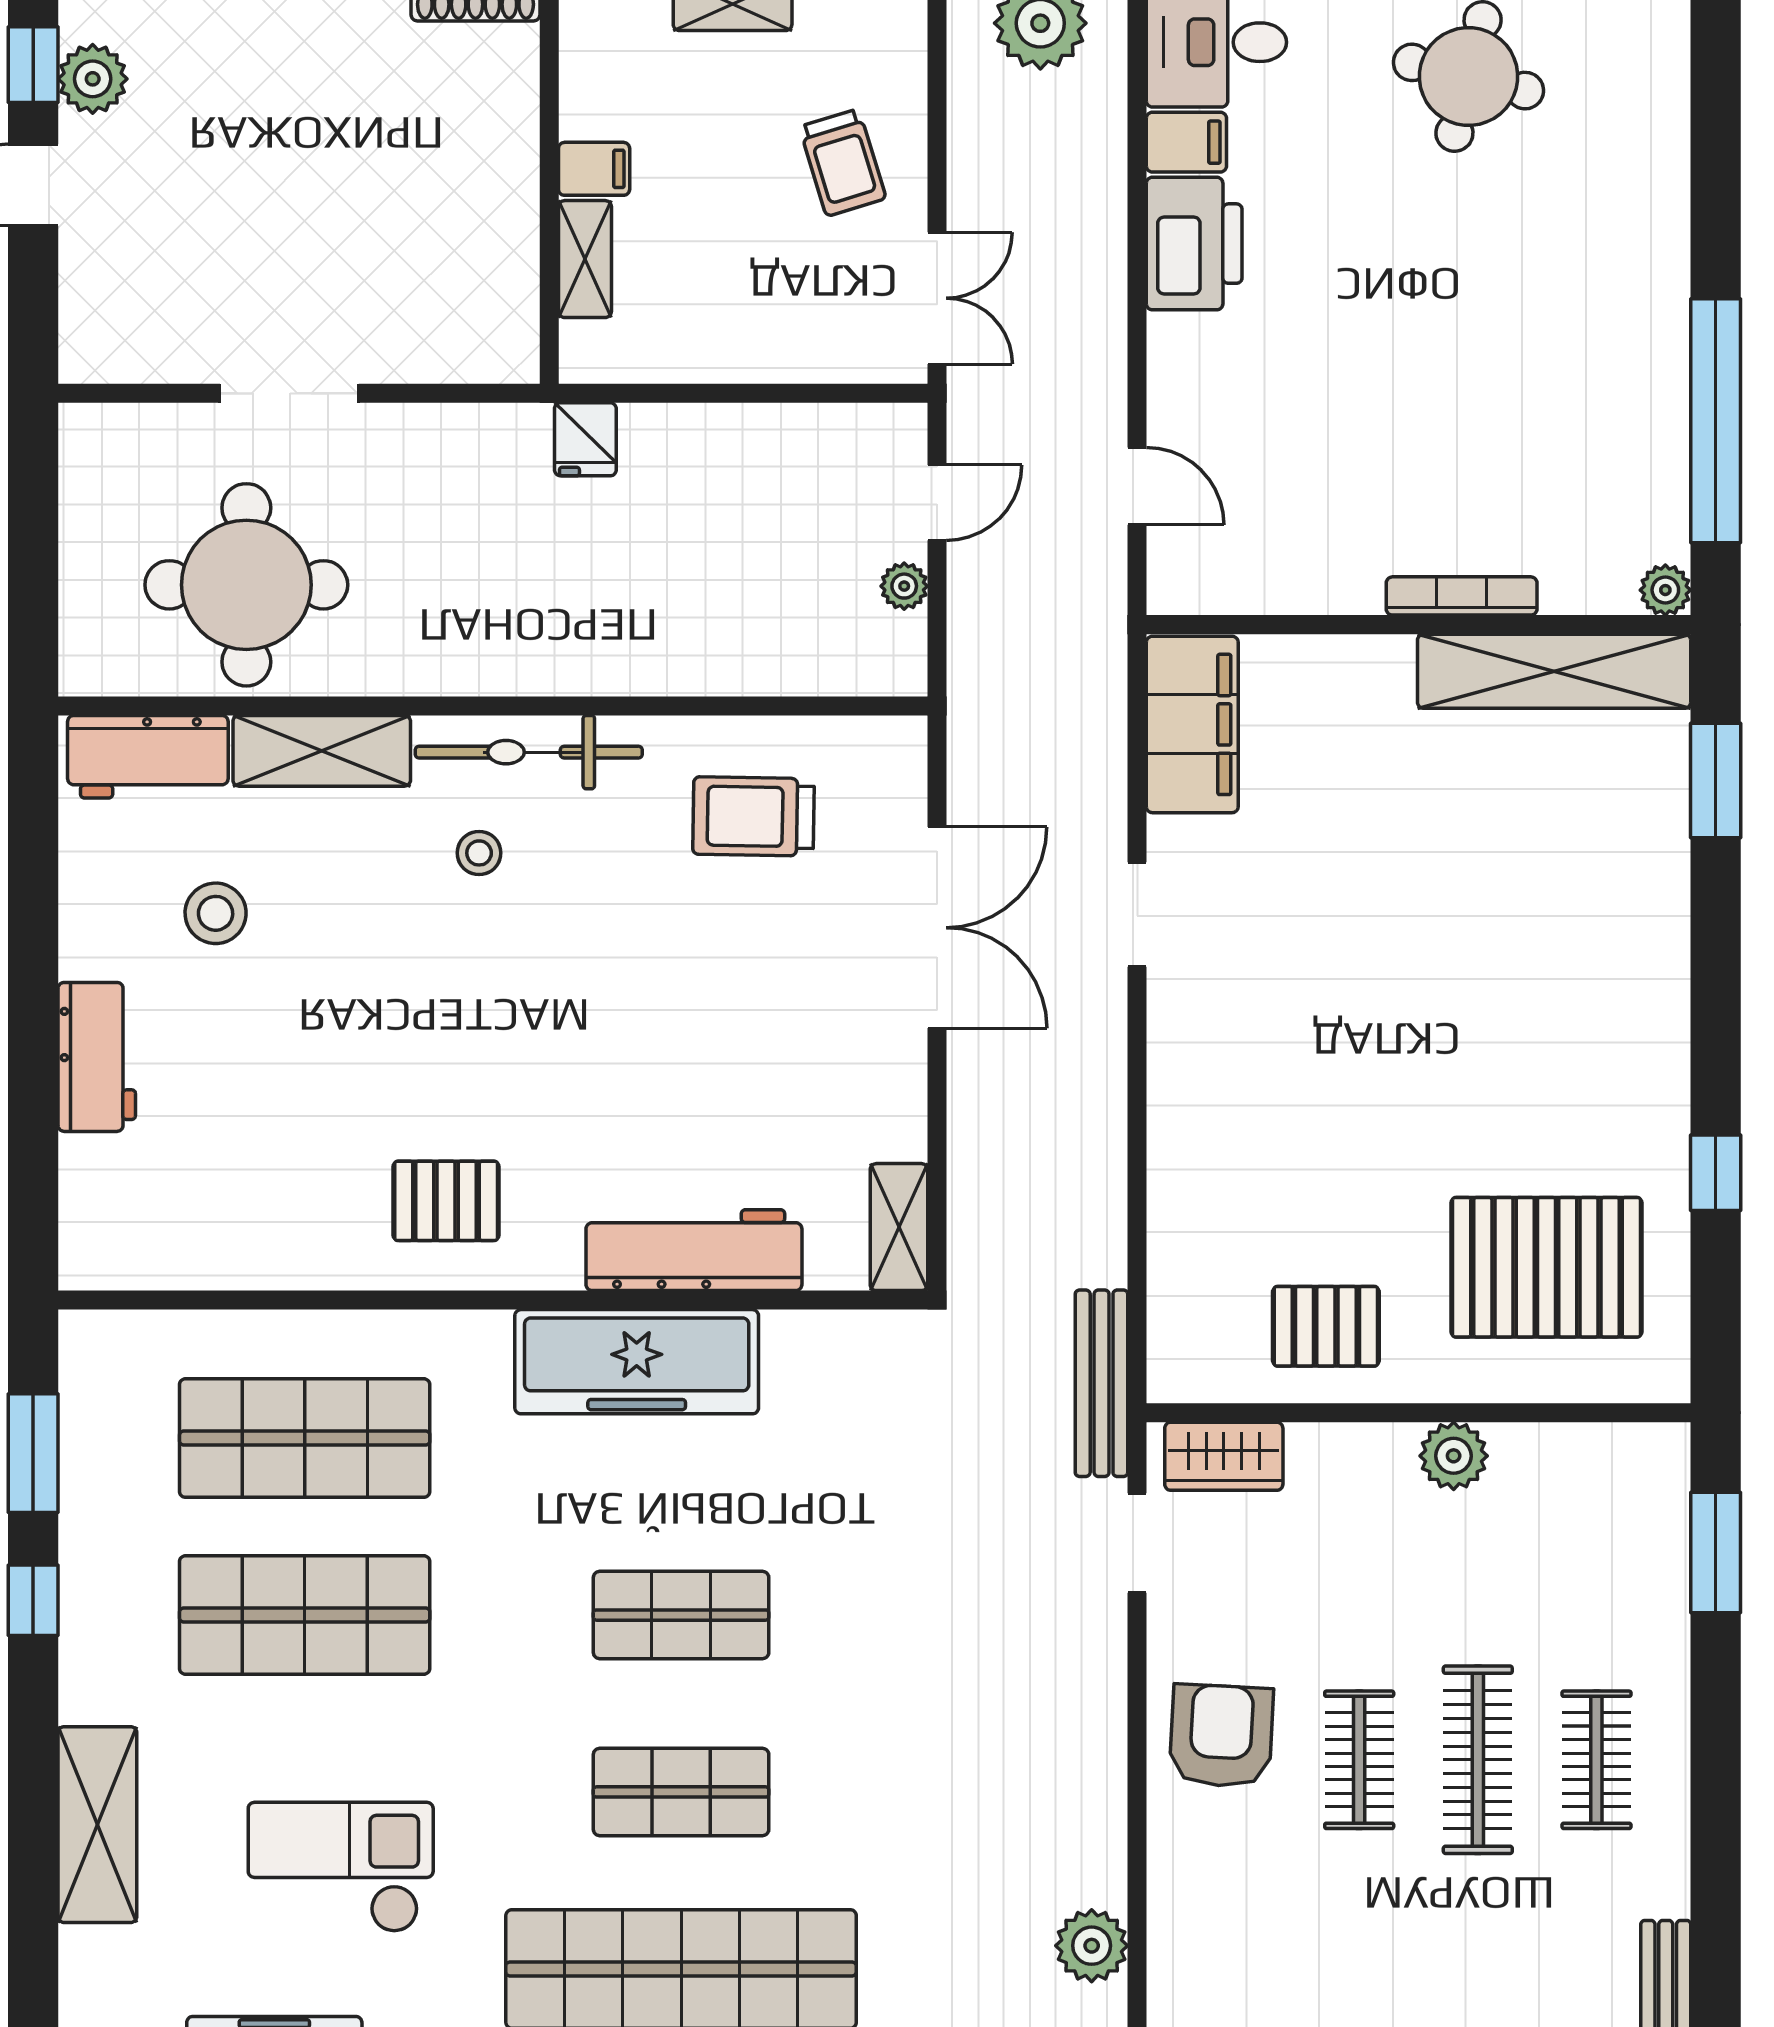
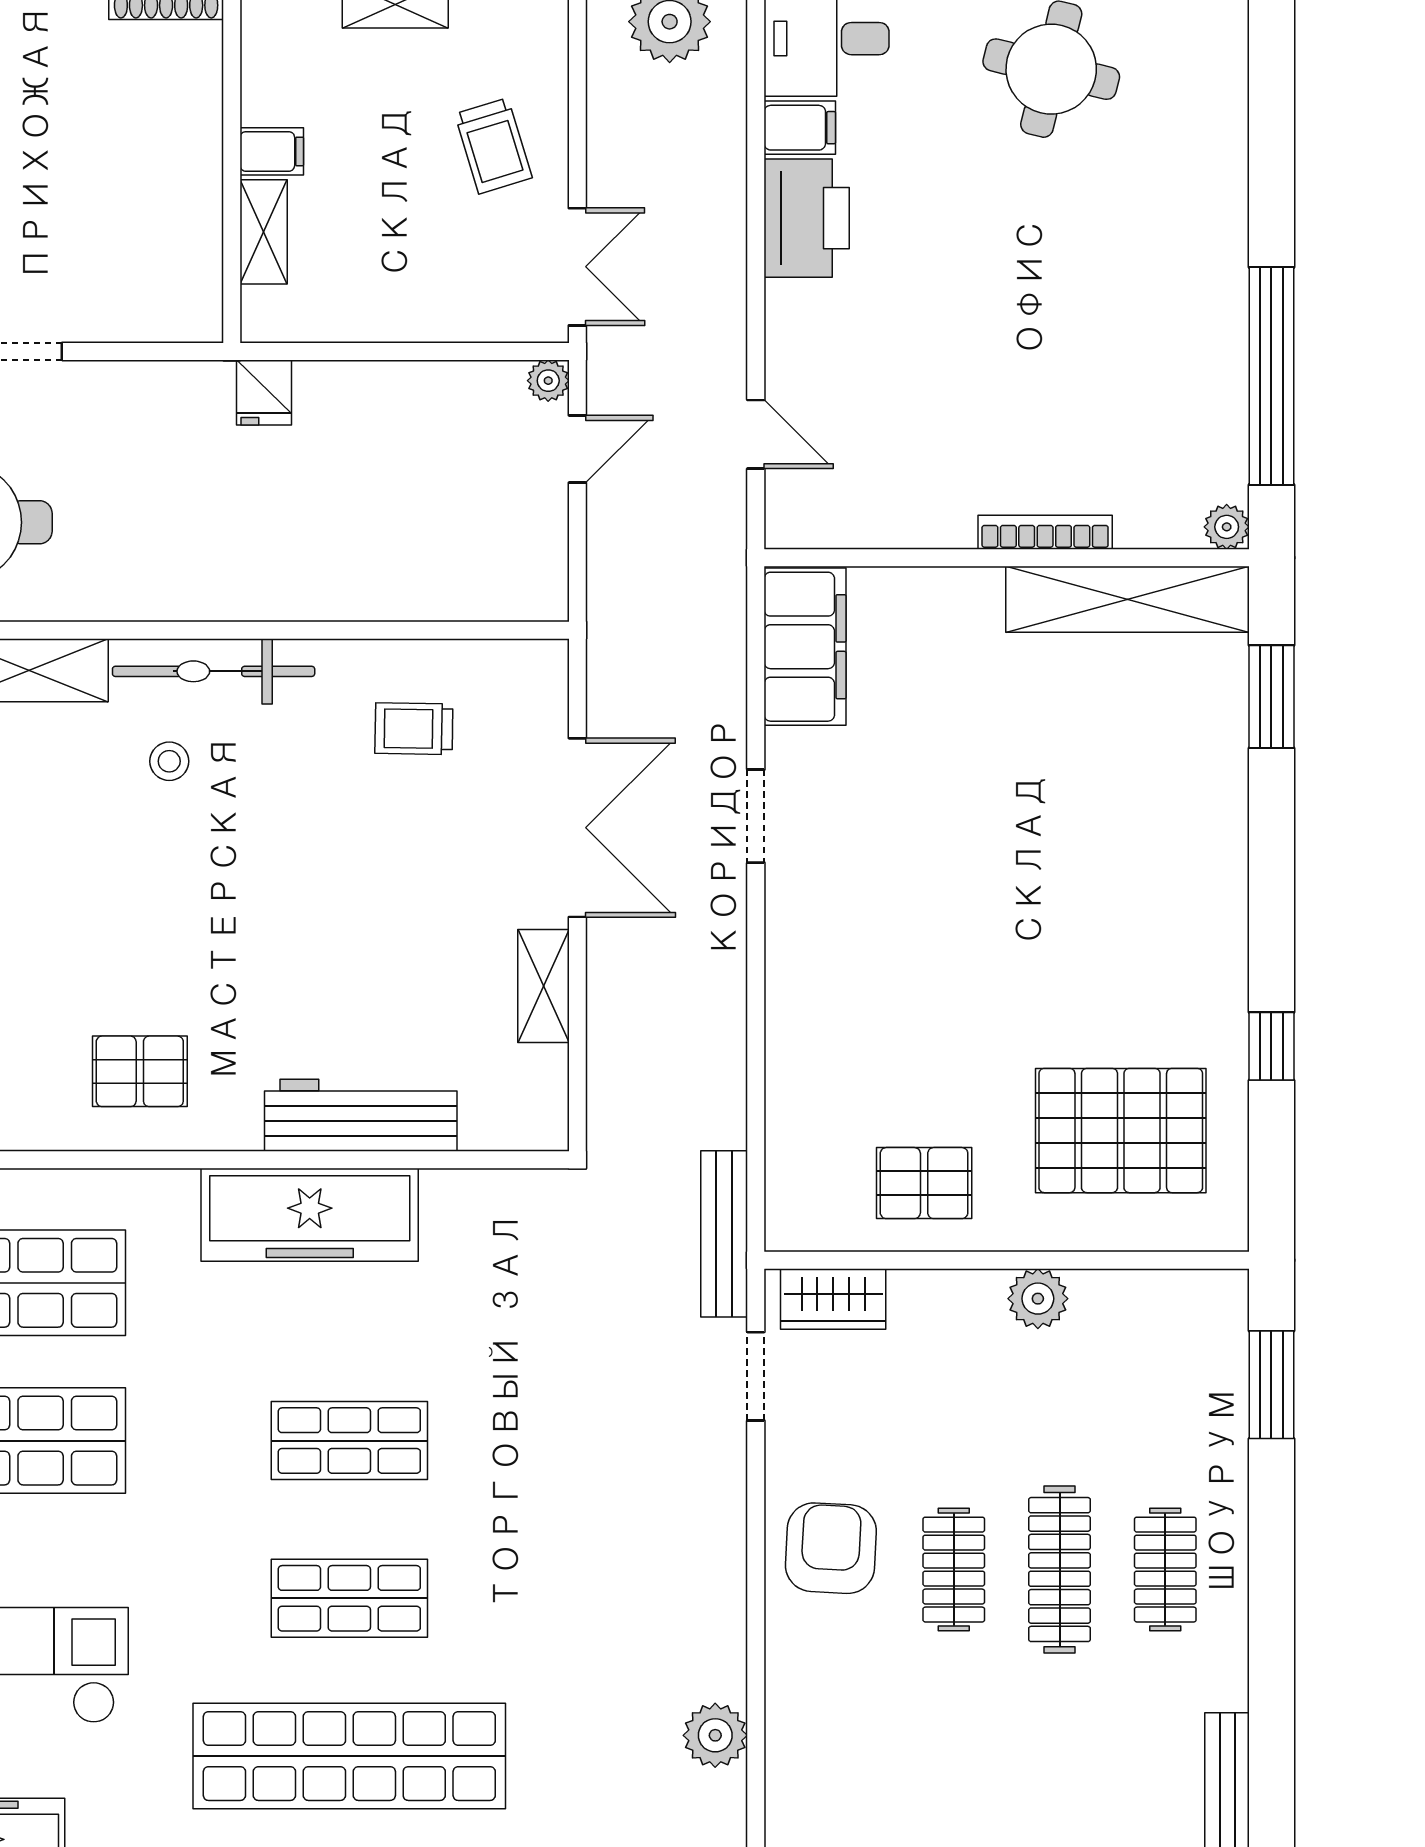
plant: (904, 586) -> (548, 381), moved
trolley: (754, 816) -> (414, 729), width x0.73, depth x0.72
shelving: (899, 1227) -> (543, 986), moved

